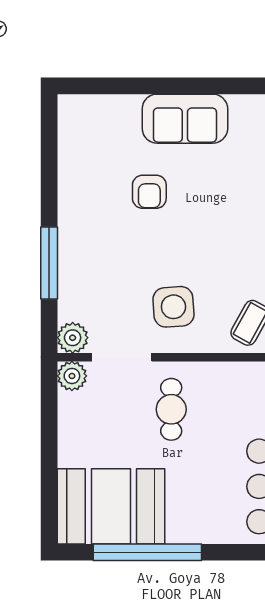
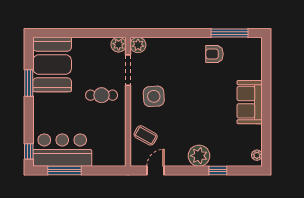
armchair: (149, 192) -> (214, 54), moved
window: (49, 263) -> (229, 33), moved
window: (147, 552) -> (29, 83), width x0.47

